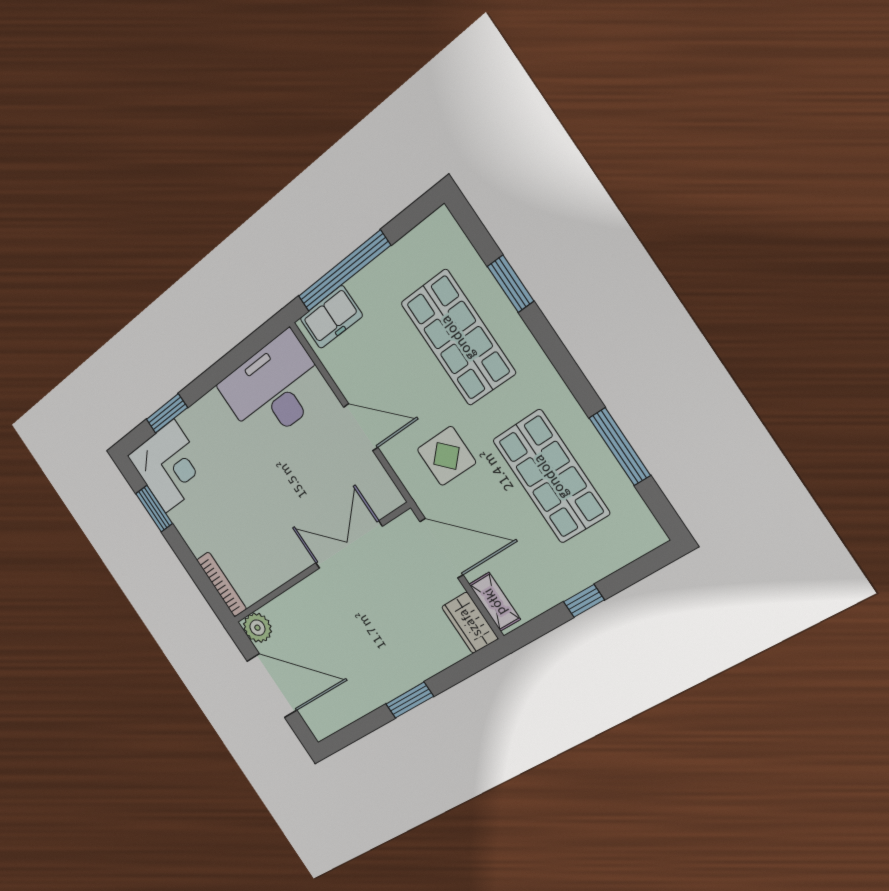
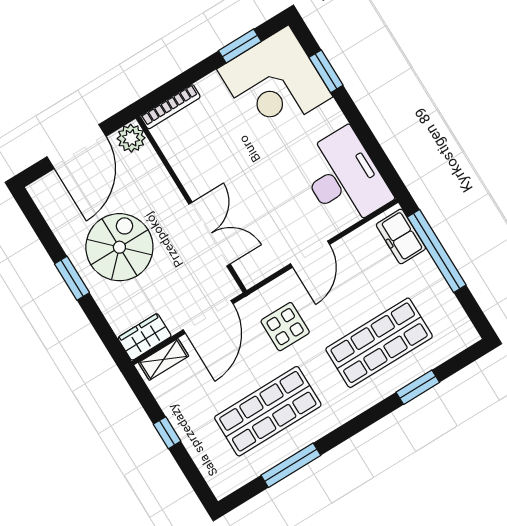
corner desk: (170, 467) -> (275, 83), width x1.36, depth x1.36
spiral stairs: (372, 646) -> (119, 247), added

